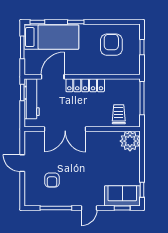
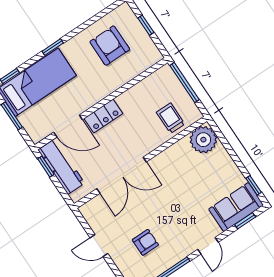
door: (53, 77) -> (68, 126), swing flipped
locker: (85, 85) -> (103, 116), width x0.66
armchair: (52, 180) -> (145, 242), turned -90

